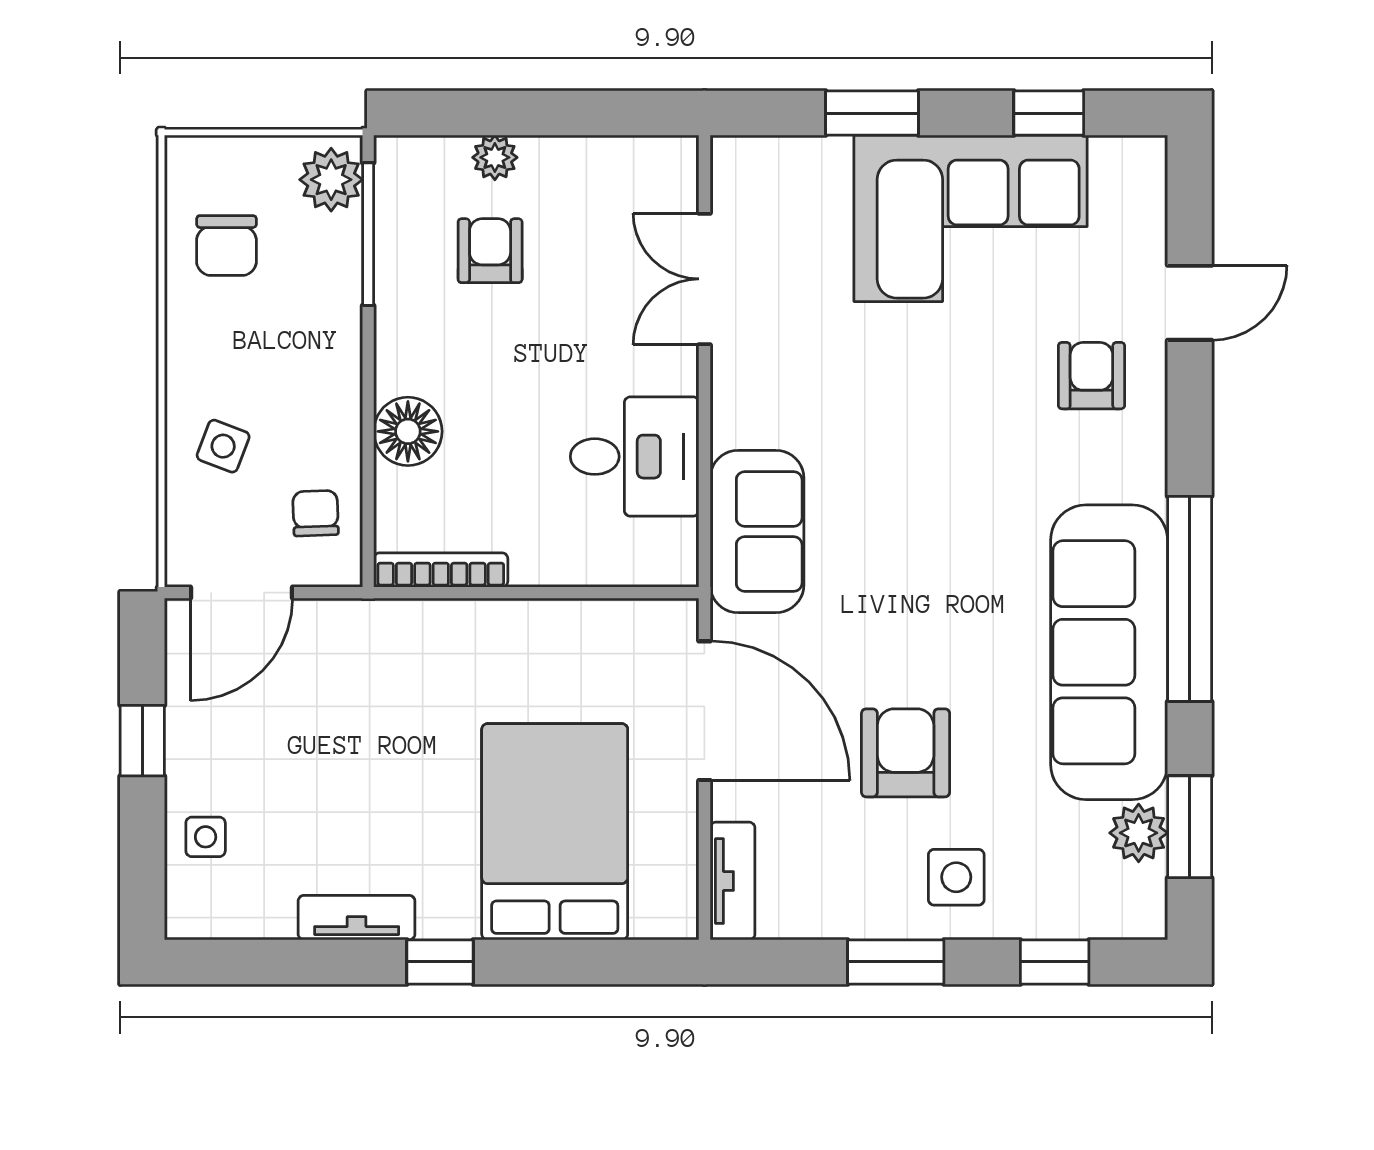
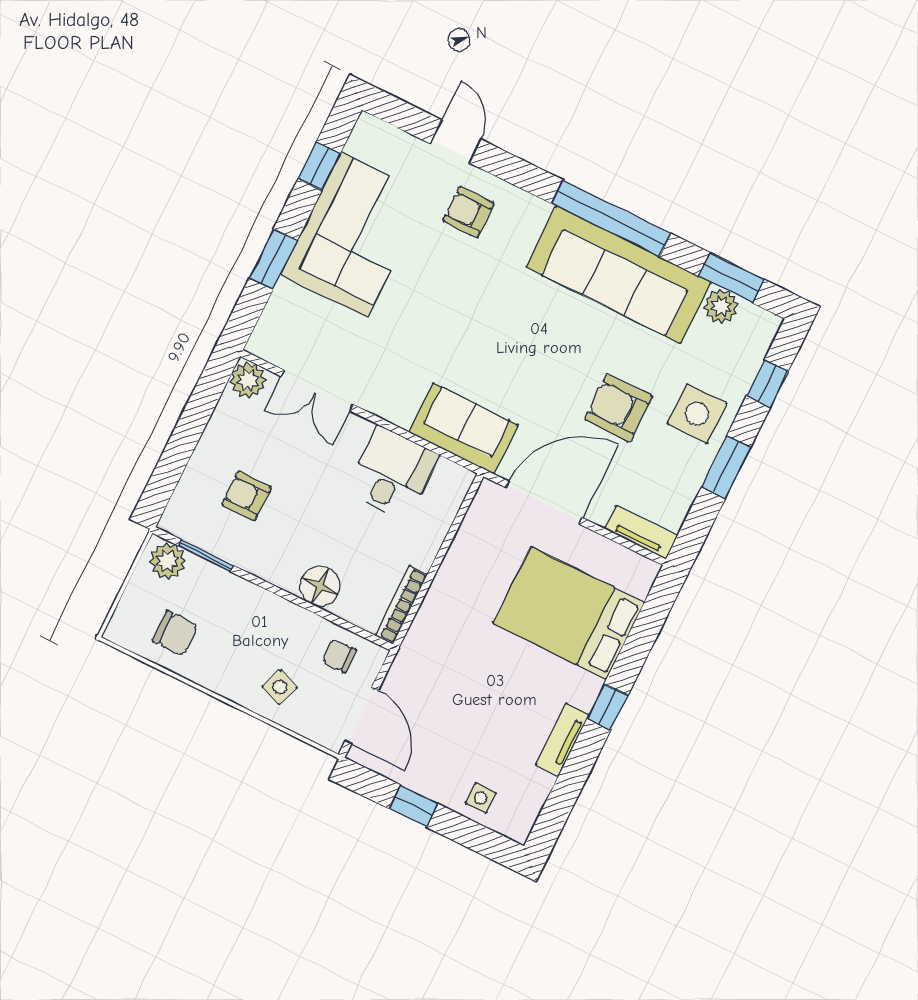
plant: (495, 157) -> (248, 380), moved, width x1.38, depth x1.38
window: (368, 234) -> (206, 556), width x0.69
side table: (956, 877) -> (697, 414), width x1.37, depth x1.37

